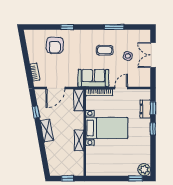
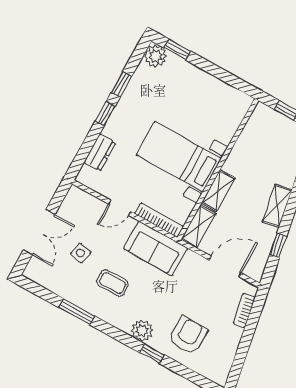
plant: (78, 36) -> (142, 330), added
window: (153, 108) -> (122, 84), moved
shelving: (79, 140) -> (218, 191), moved

